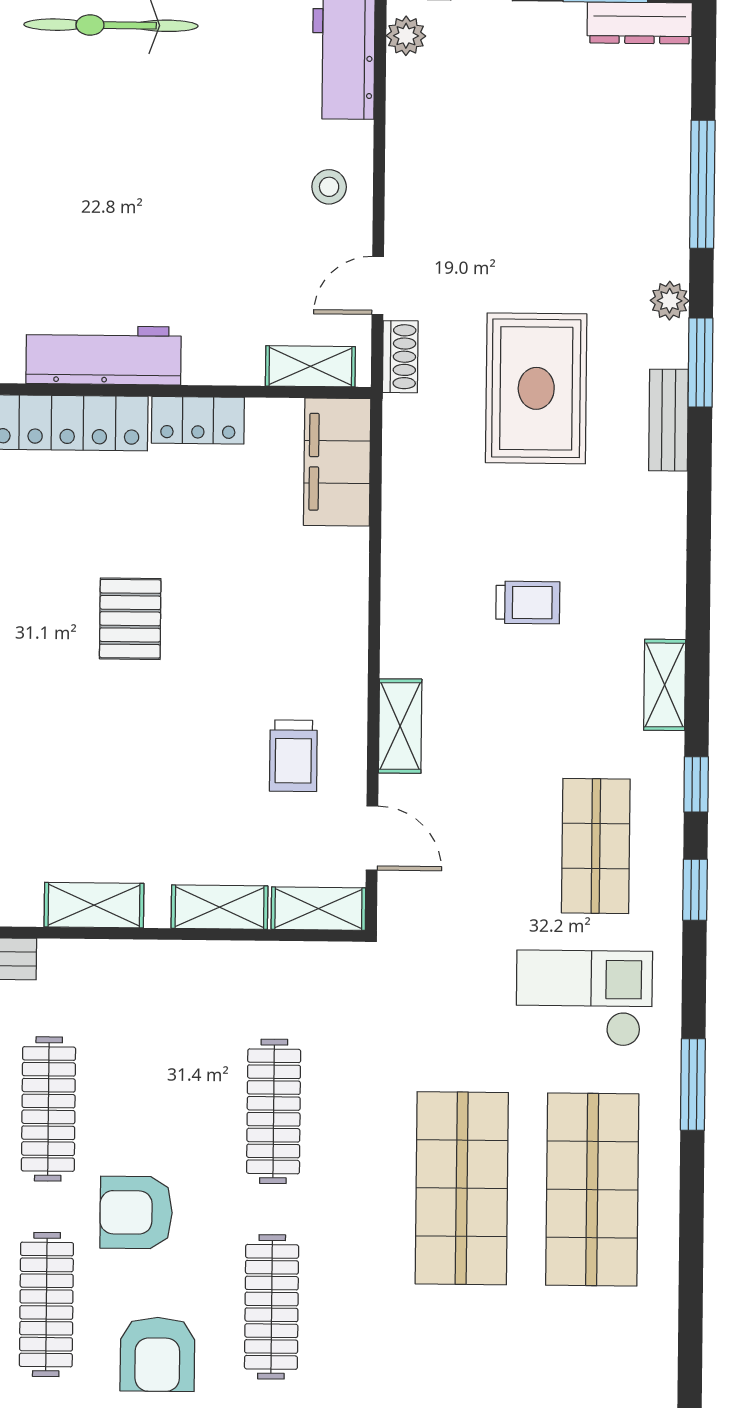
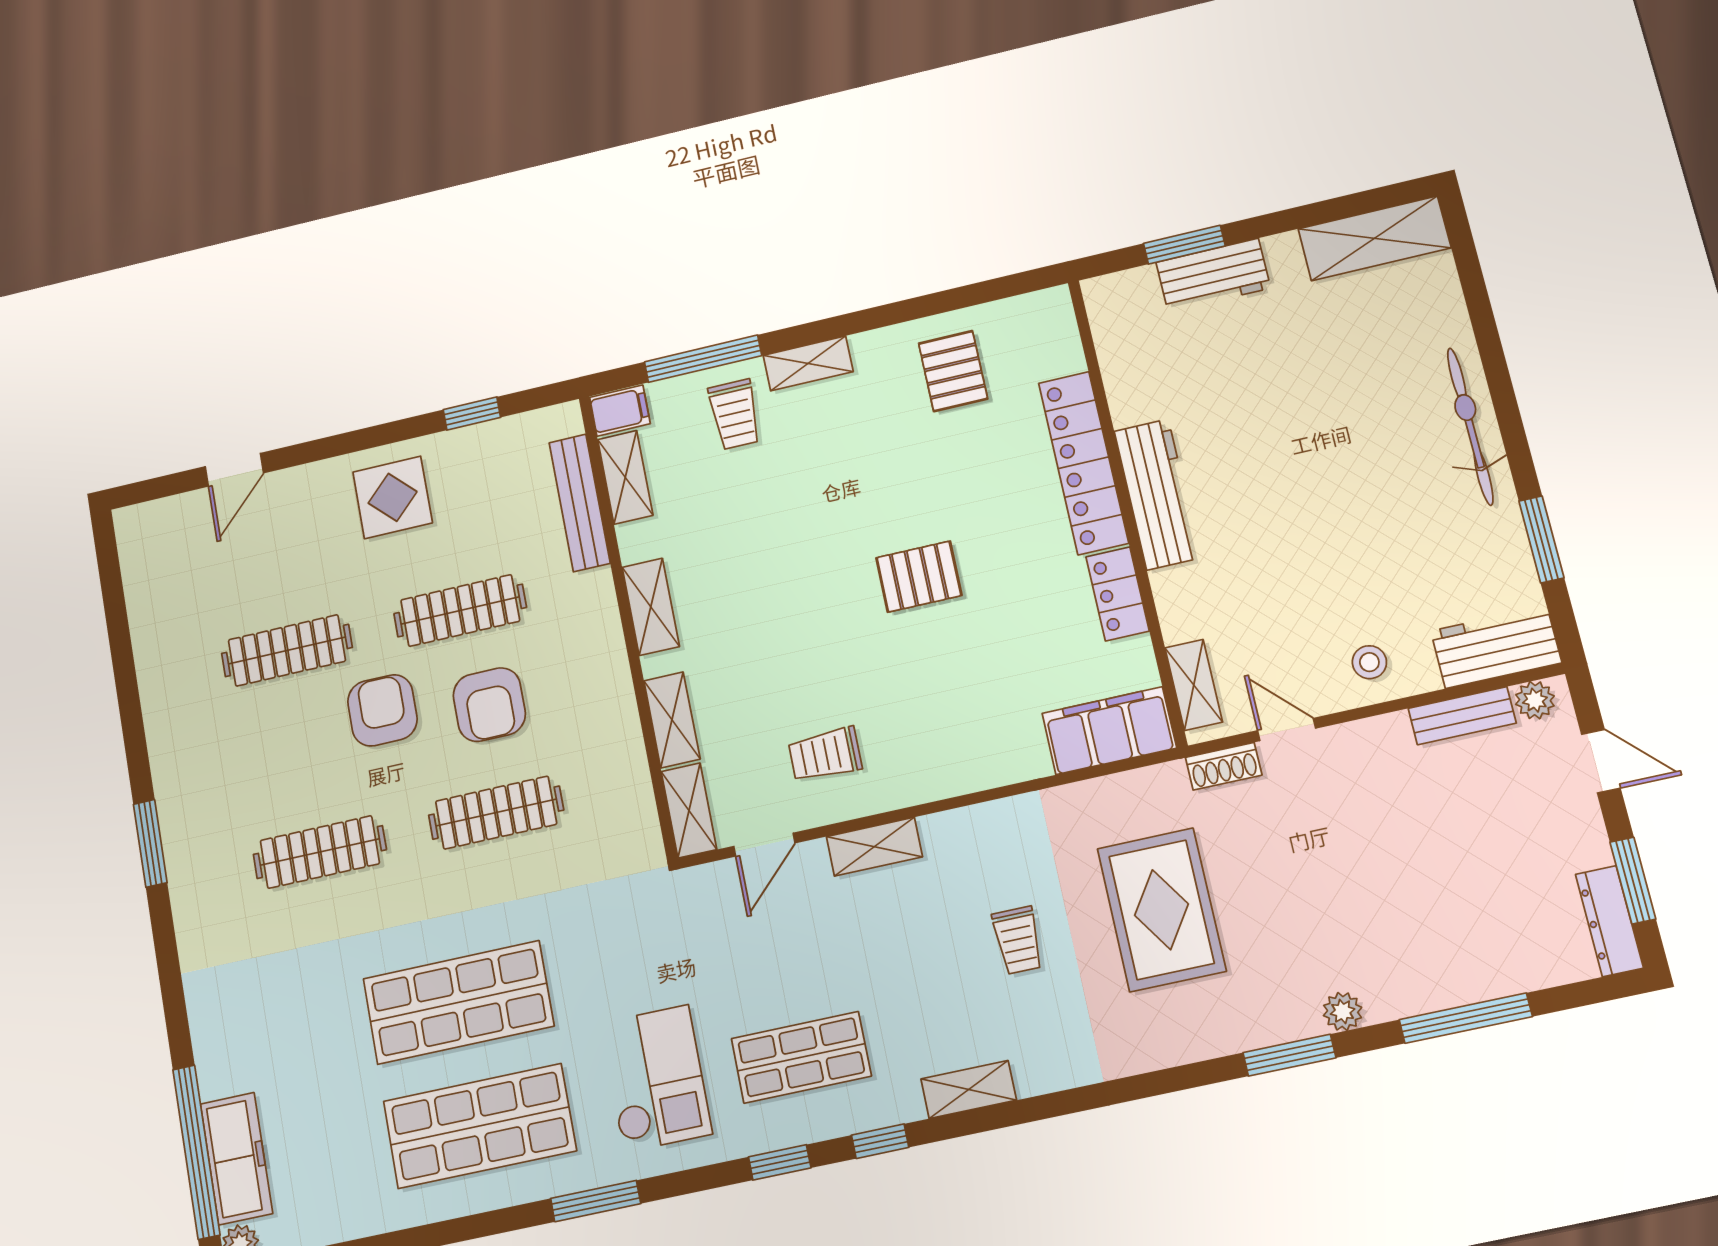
rug: (536, 388) -> (1161, 910), moved, turned 90
bench: (669, 420) -> (1462, 716), moved
armchair: (157, 1354) -> (489, 705), moved, turned -90

